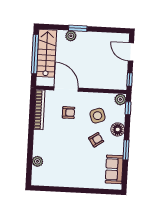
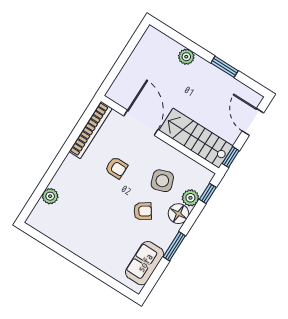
window: (78, 28) -> (224, 67), moved
stairs: (47, 53) -> (196, 138), moved, turned -90
window: (35, 54) -> (126, 54), removed
plant: (120, 99) -> (190, 198), moved
armchair: (69, 113) -> (116, 168), moved

